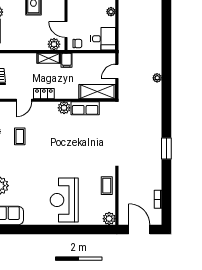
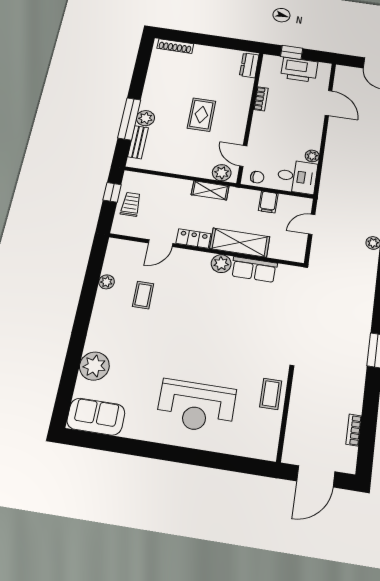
plant: (111, 12) -> (312, 156), moved
filing cabinet: (67, 60) -> (268, 202), moved
shelving: (97, 92) -> (240, 243), moved
reception desk: (64, 200) -> (196, 406), turned -90
plant: (109, 219) -> (267, 449), removed
door: (139, 230) -> (316, 476), swing flipped

